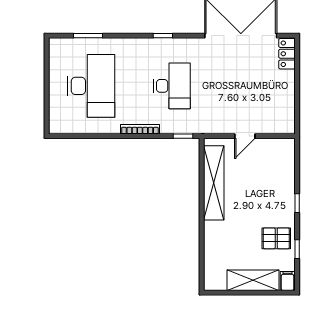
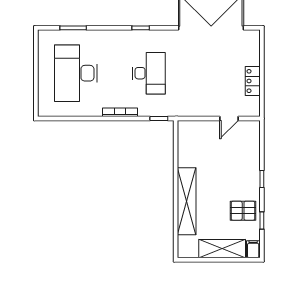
locker: (287, 54) -> (253, 81), moved
desk: (91, 86) -> (76, 73), turned 180
door: (245, 136) -> (229, 119), moved
shelving: (214, 183) -> (187, 201), moved

